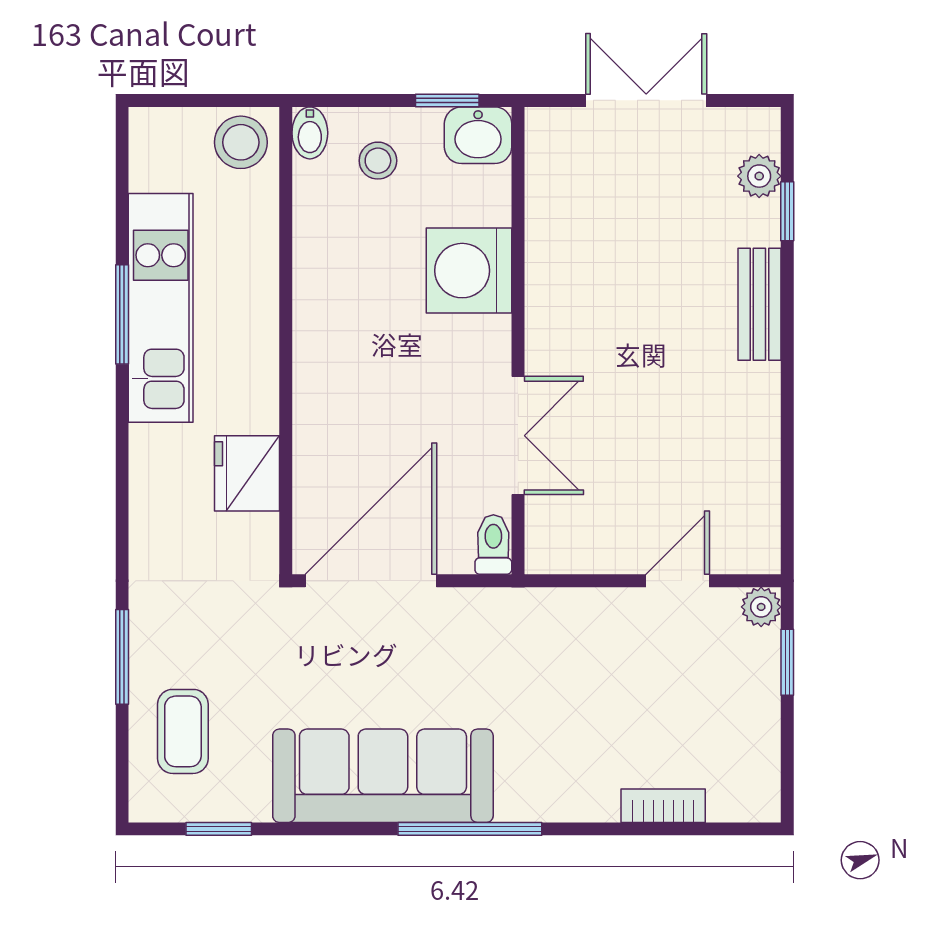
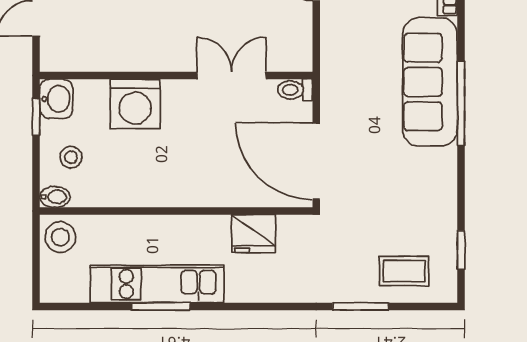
sofa: (383, 776) -> (430, 82), moved

